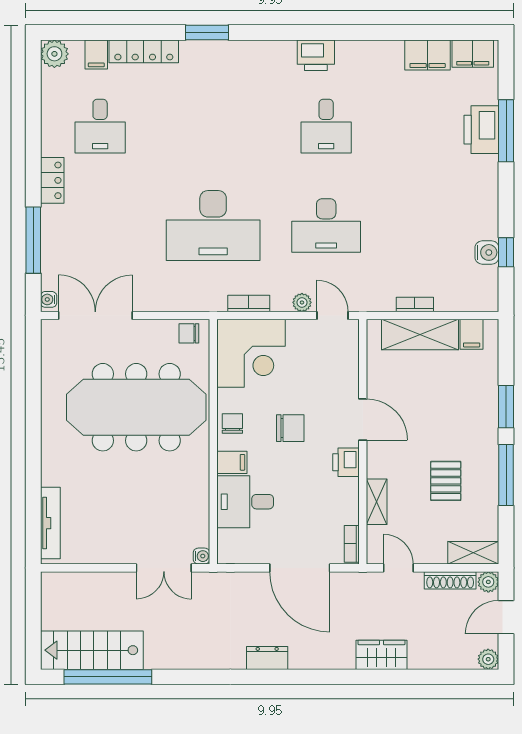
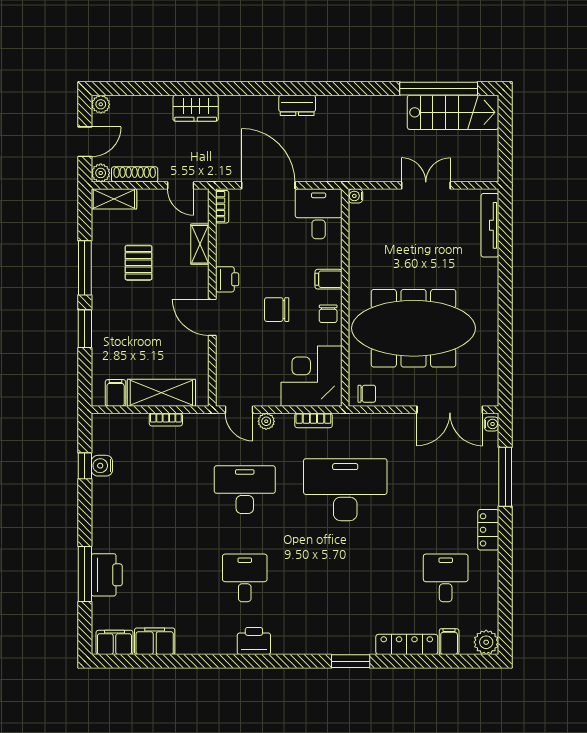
desk: (245, 502) -> (319, 214), moved, turned -90
double door: (164, 568) -> (426, 185), moved

